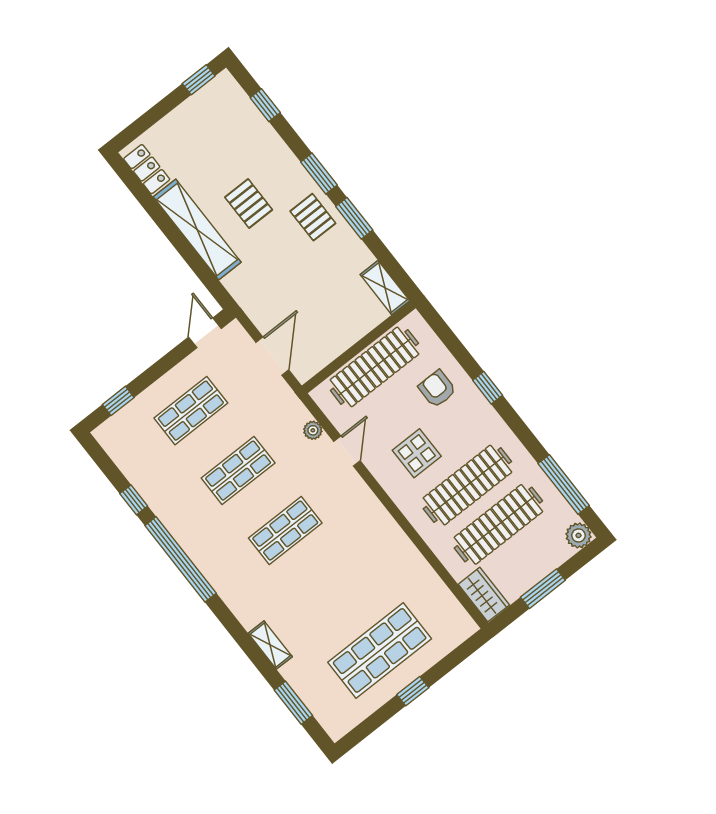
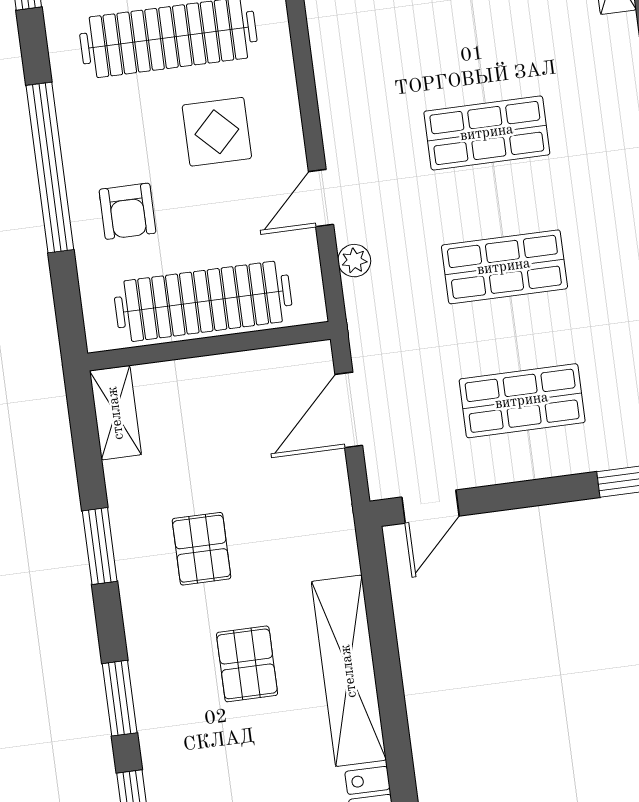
window: (319, 173) -> (120, 698), moved
pallet: (313, 217) -> (202, 549), moved
window: (488, 388) -> (50, 168), width x3.17

